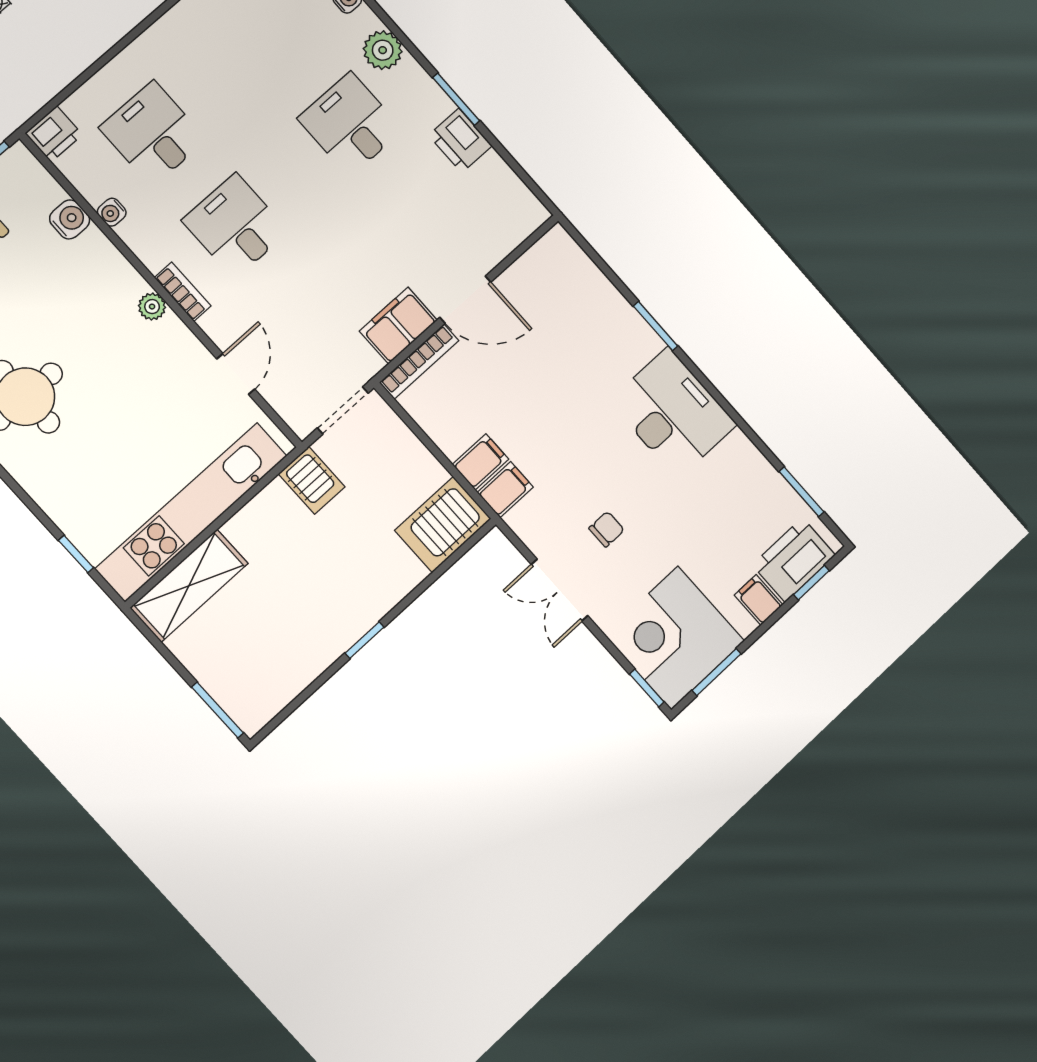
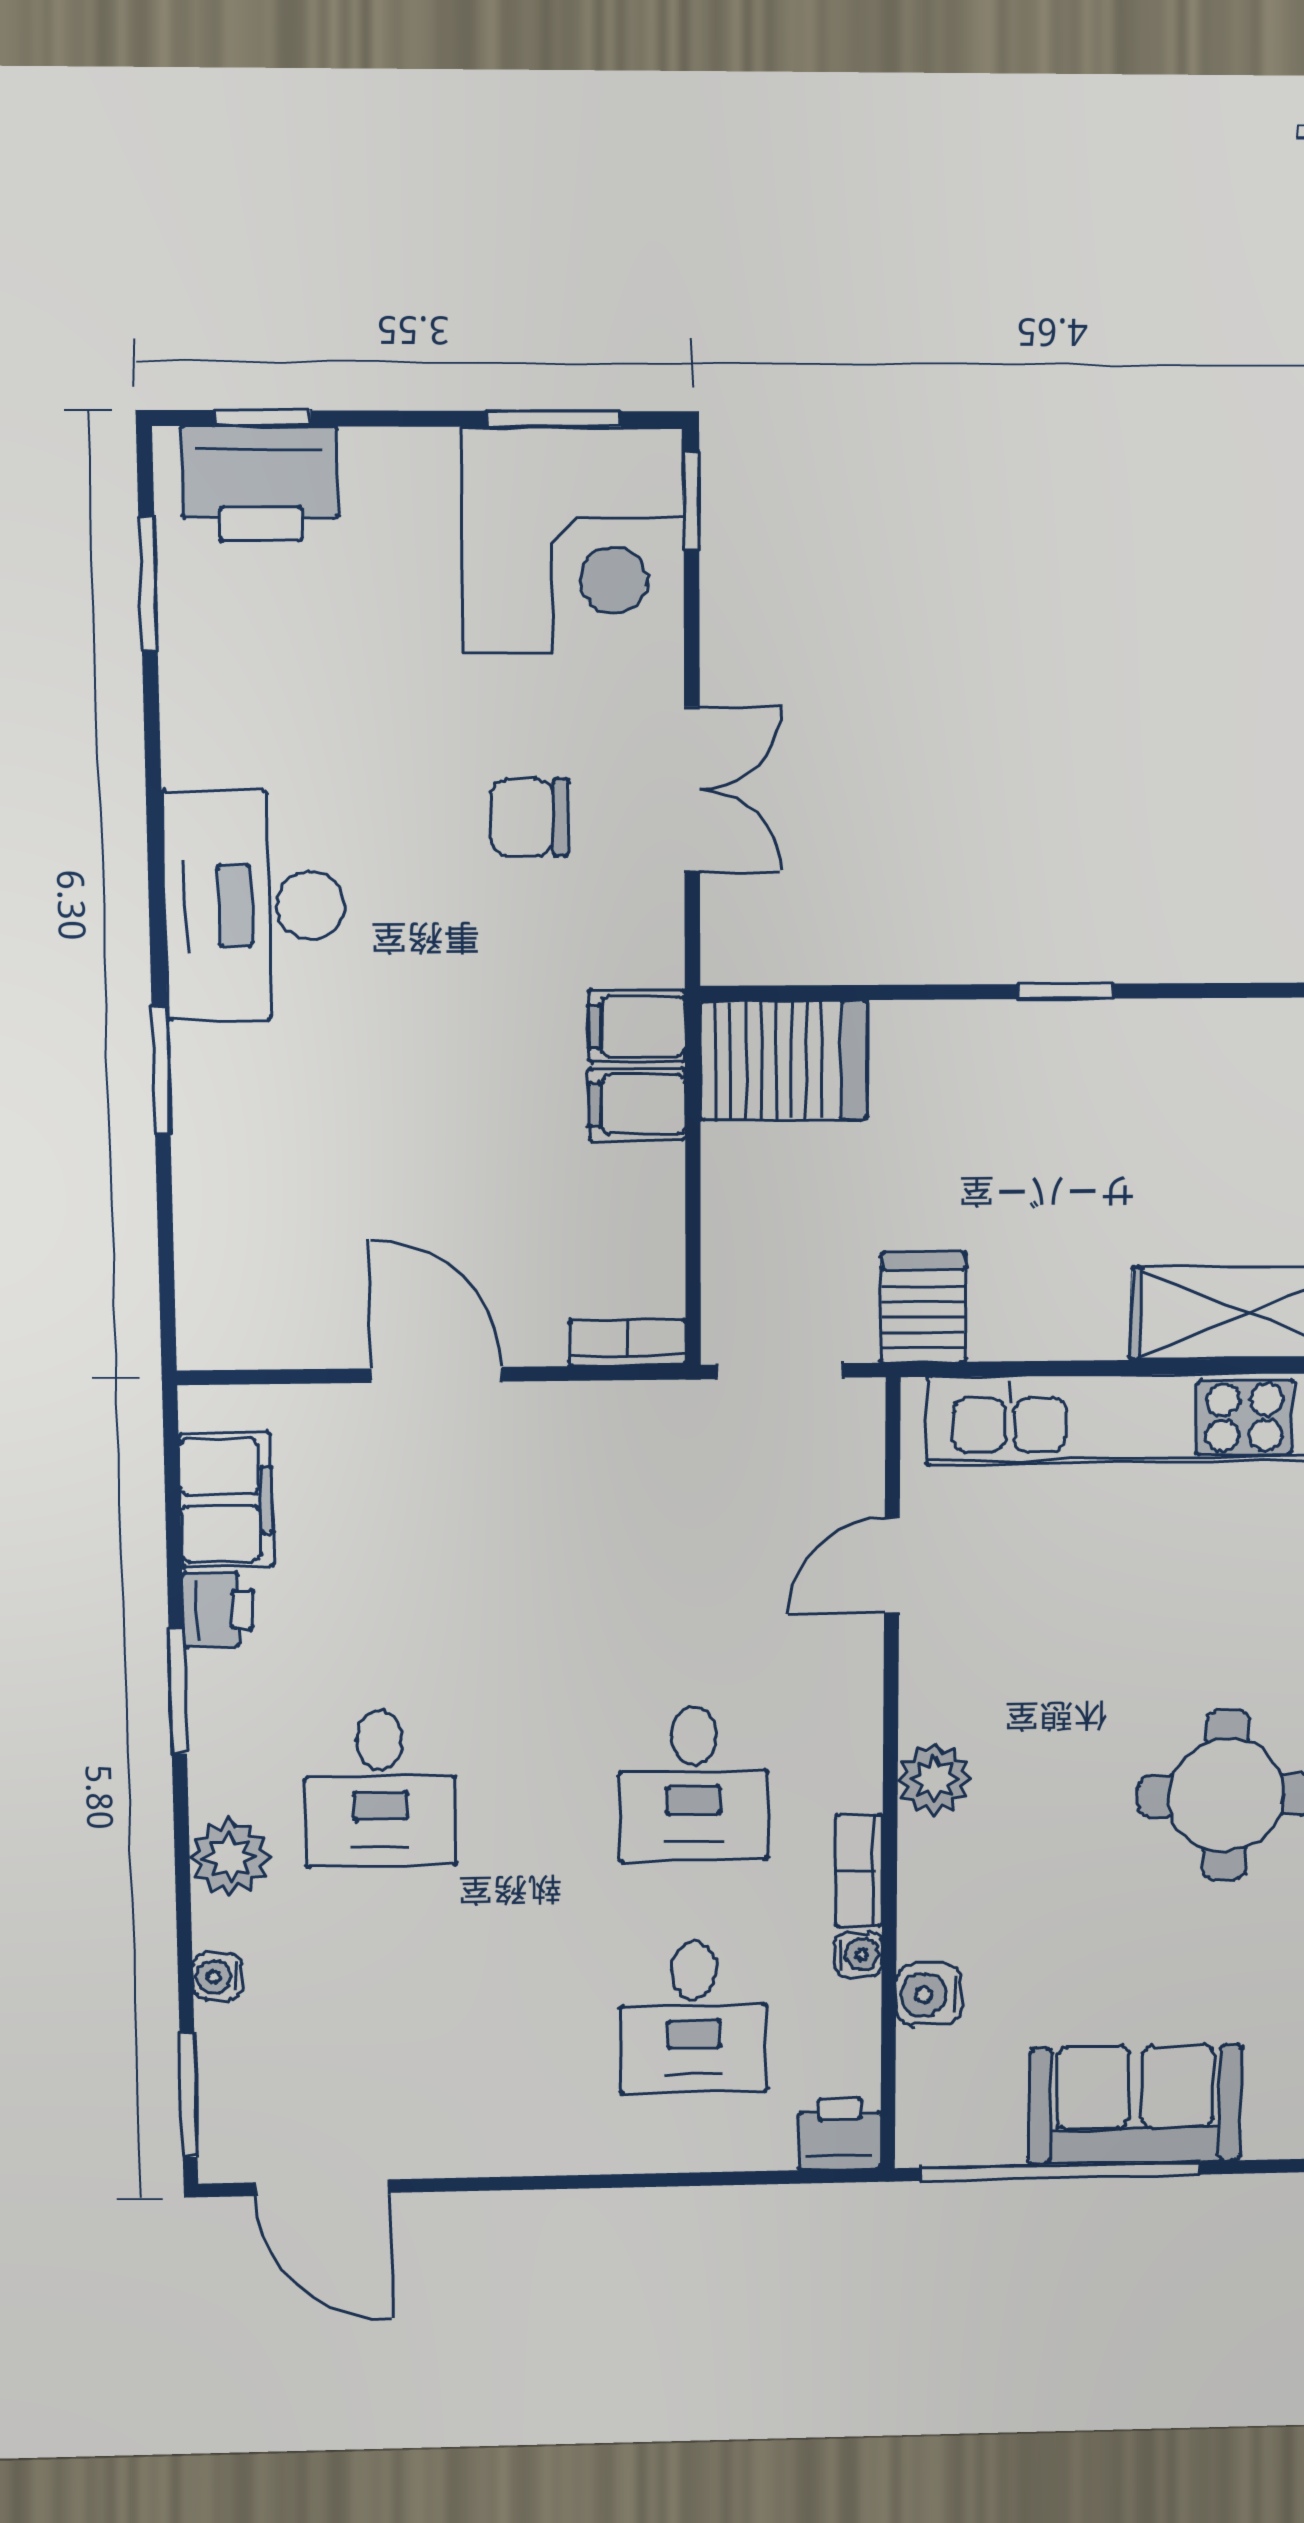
printer: (460, 140) -> (218, 1610), width x0.73, depth x0.81
bookcase: (183, 292) -> (859, 1870), moved
plant: (152, 307) -> (935, 1779), width x1.38, depth x1.38
filing cabinet: (398, 326) -> (226, 1500), moved, turned -90
bookcase: (419, 362) -> (628, 1343), width x0.64
chair: (607, 529) -> (529, 818), width x1.37, depth x1.37
filing cabinet: (759, 600) -> (378, 473), removed

